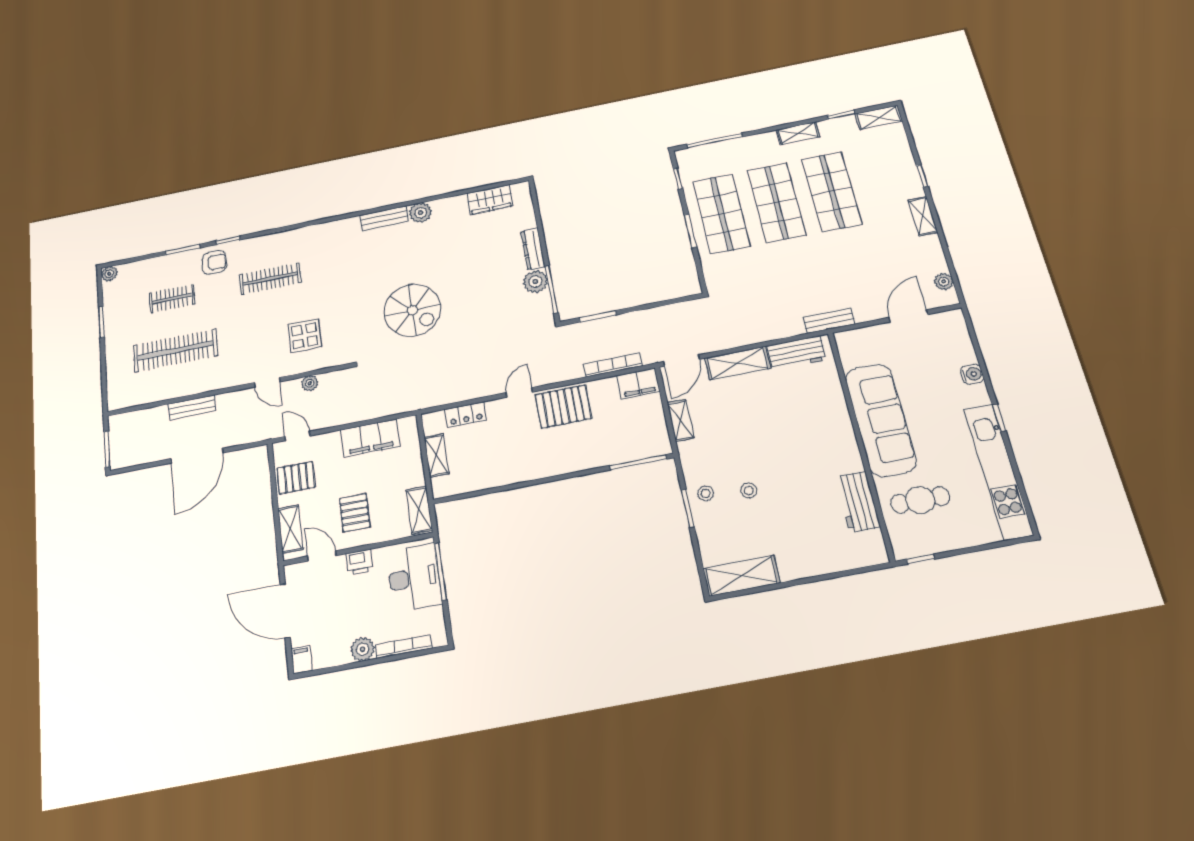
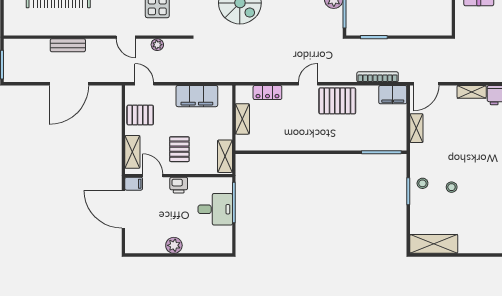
shelving: (738, 363) -> (472, 92), width x0.67, depth x0.75
desk: (414, 578) -> (215, 209), width x0.73
bookcase: (404, 646) -> (202, 249), removed
filing cabinet: (302, 660) -> (134, 184), moved, turned 90

